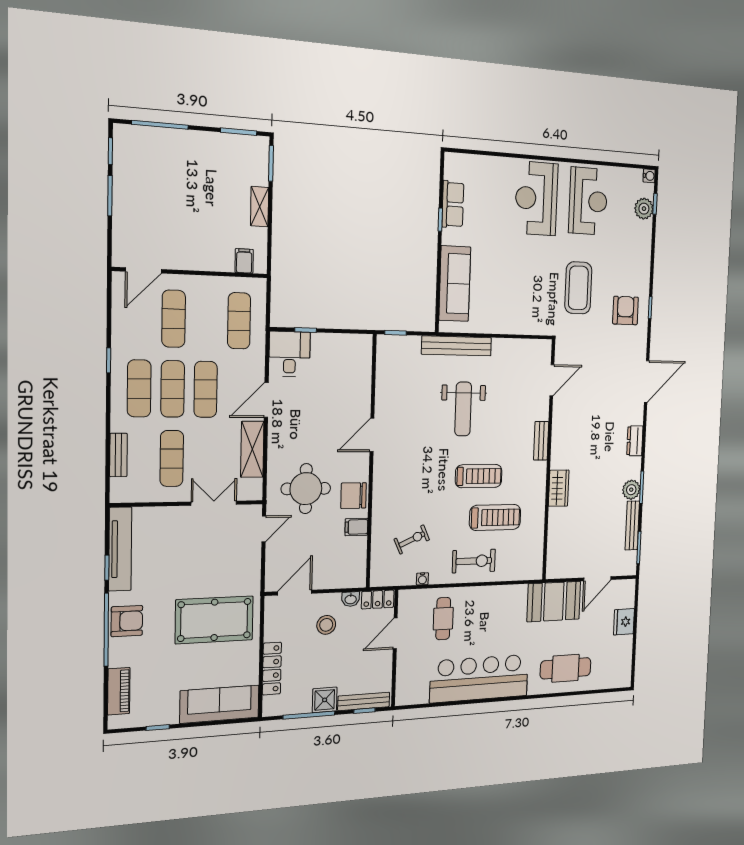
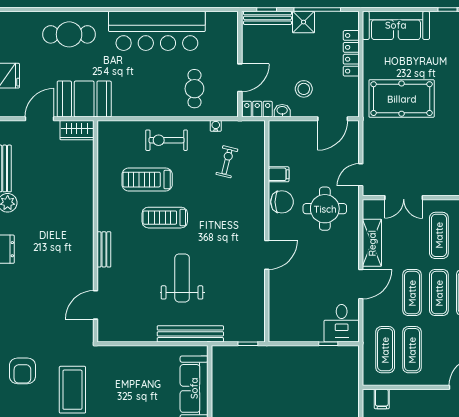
exercise mat: (174, 319) -> (412, 350), moved
wardrobe: (559, 488) -> (77, 130), moved, turned -90
exercise bike: (412, 539) -> (227, 162), turned 128

